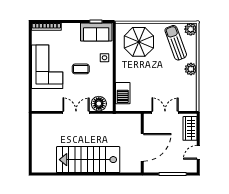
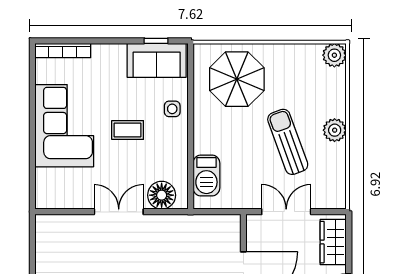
sun lounger: (176, 43) -> (288, 142), moved

